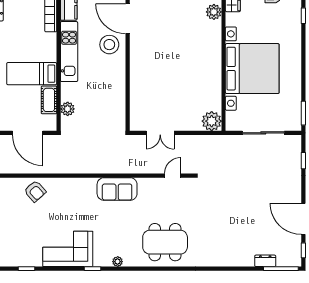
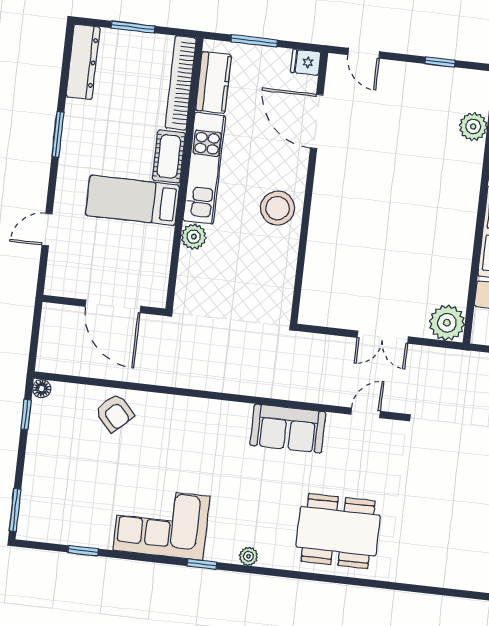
stool: (109, 45) -> (278, 208), moved
cot: (49, 100) -> (169, 156), moved
plant: (68, 109) -> (194, 237), moved
double door: (160, 133) -> (383, 337), moved
sofa: (117, 189) -> (288, 429), moved

